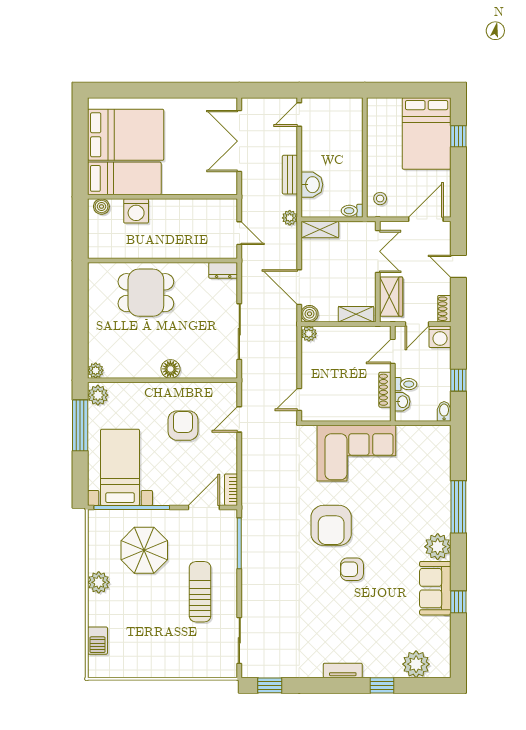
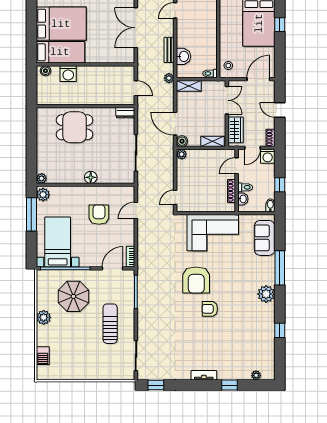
sofa: (435, 588) -> (265, 238), moved
plant: (416, 664) -> (256, 375), width x0.53, depth x0.53

